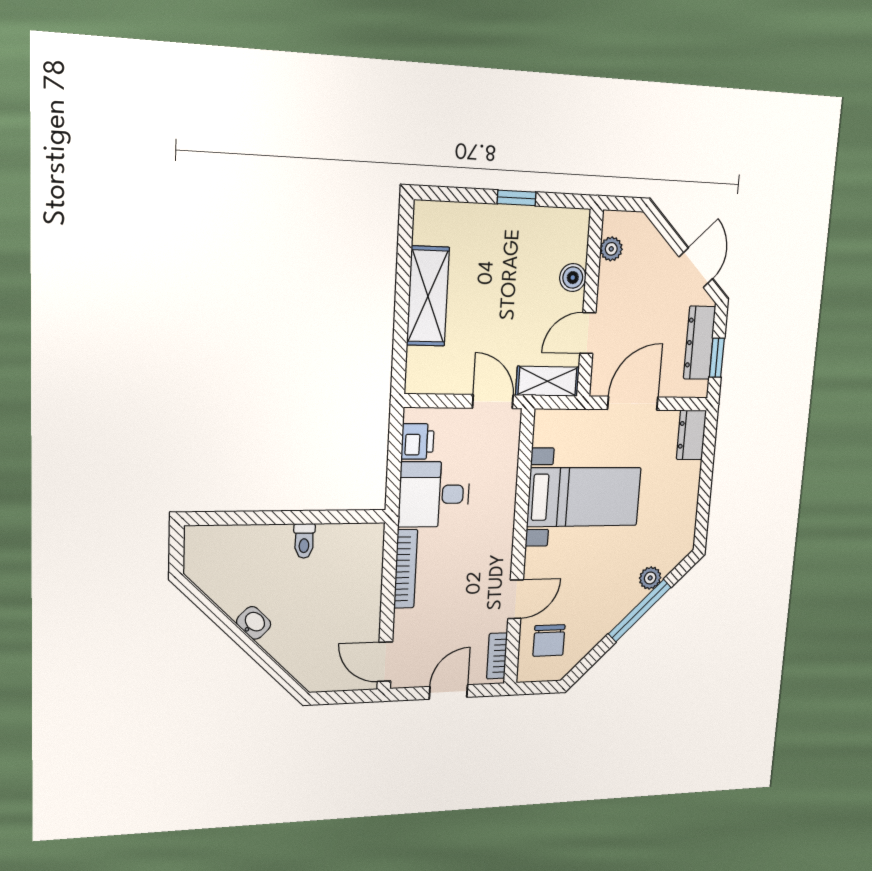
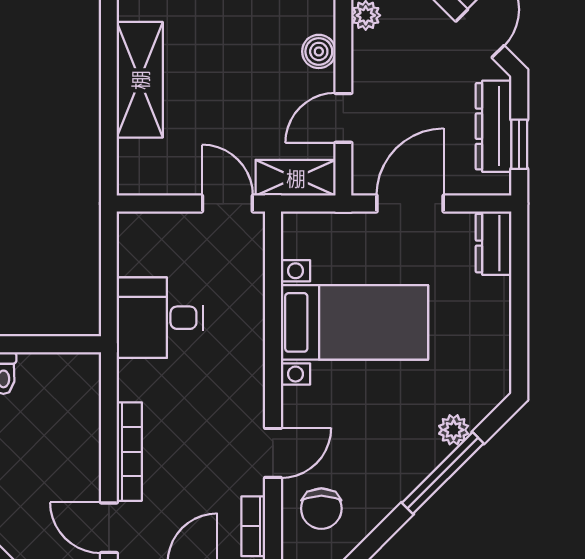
printer: (418, 441) -> (136, 253), removed
bookcase: (406, 569) -> (129, 452), moved

